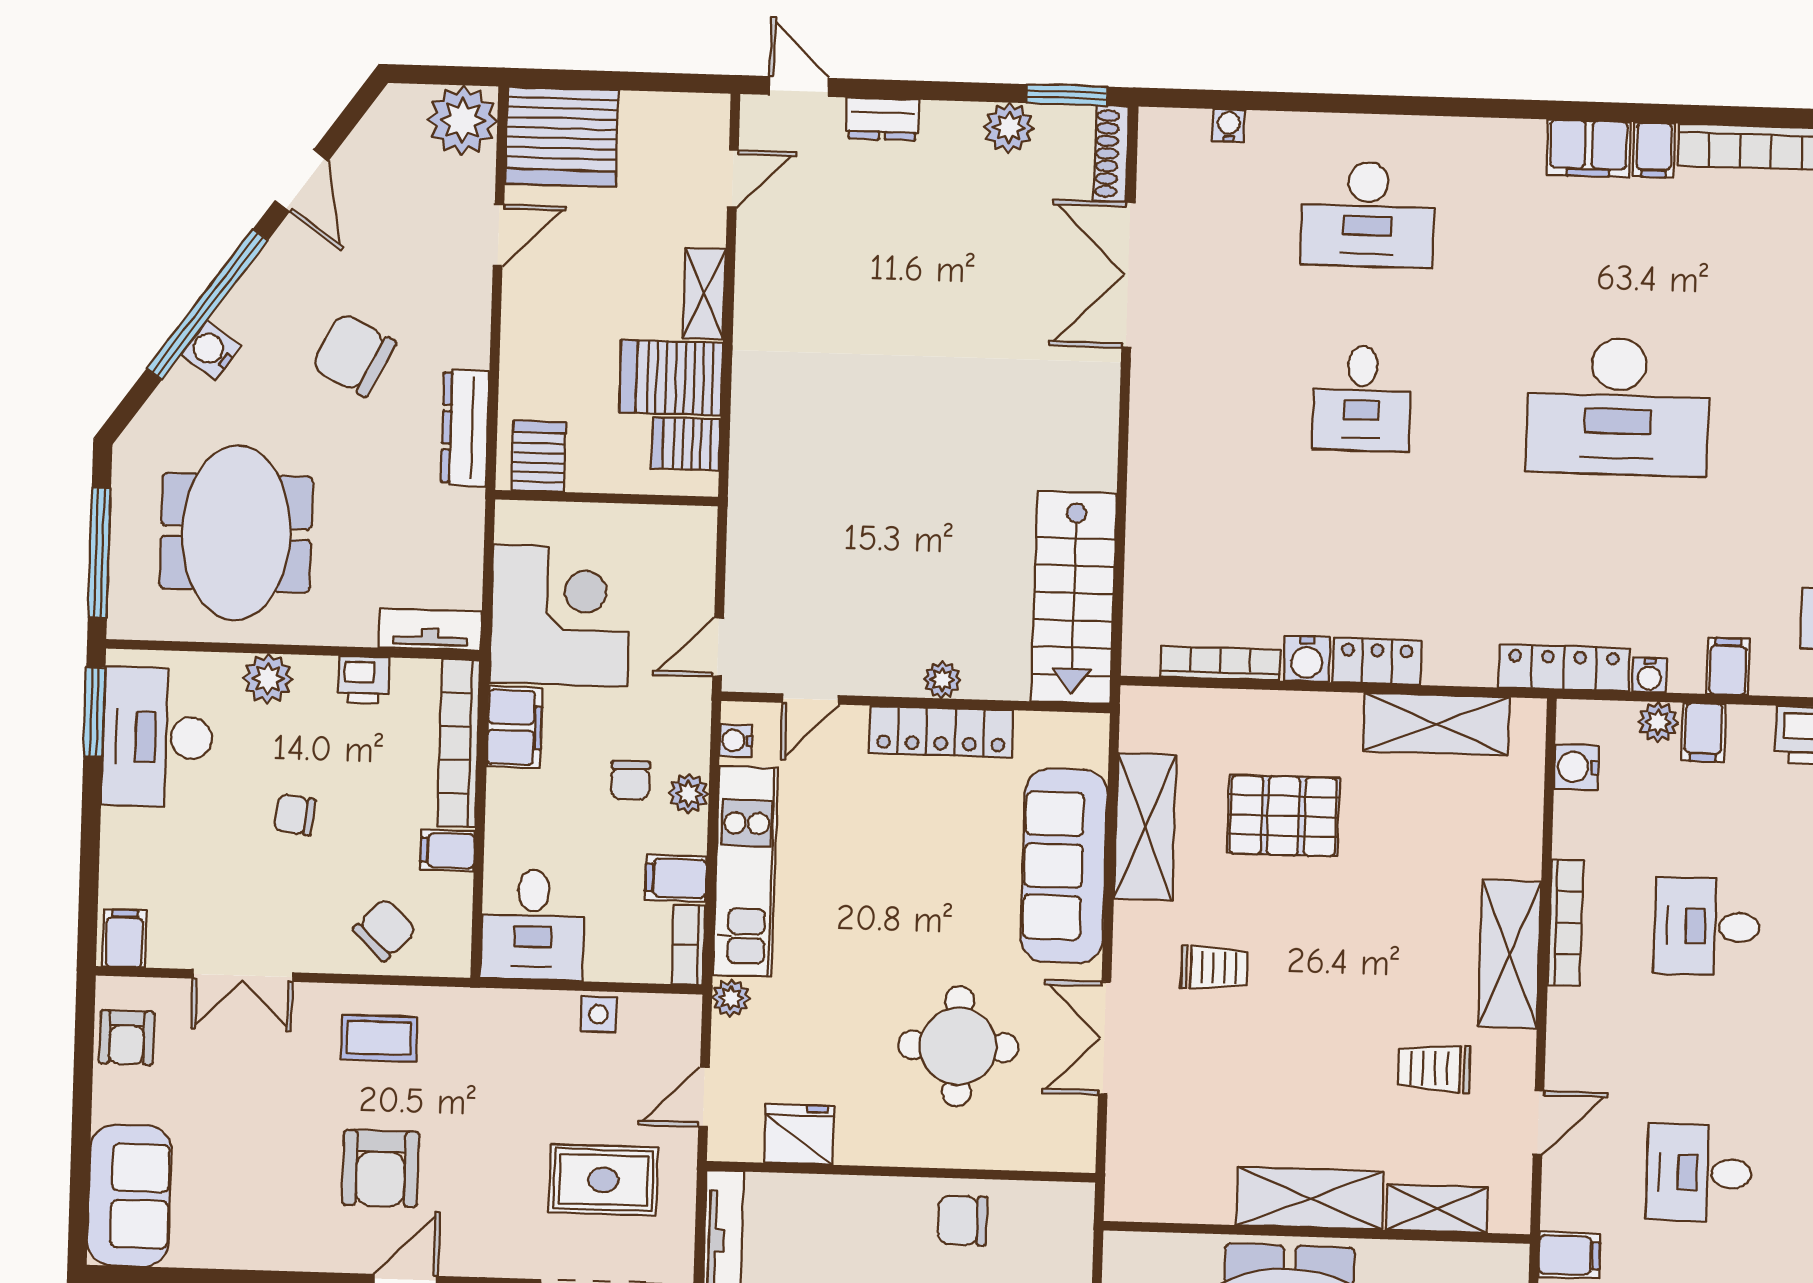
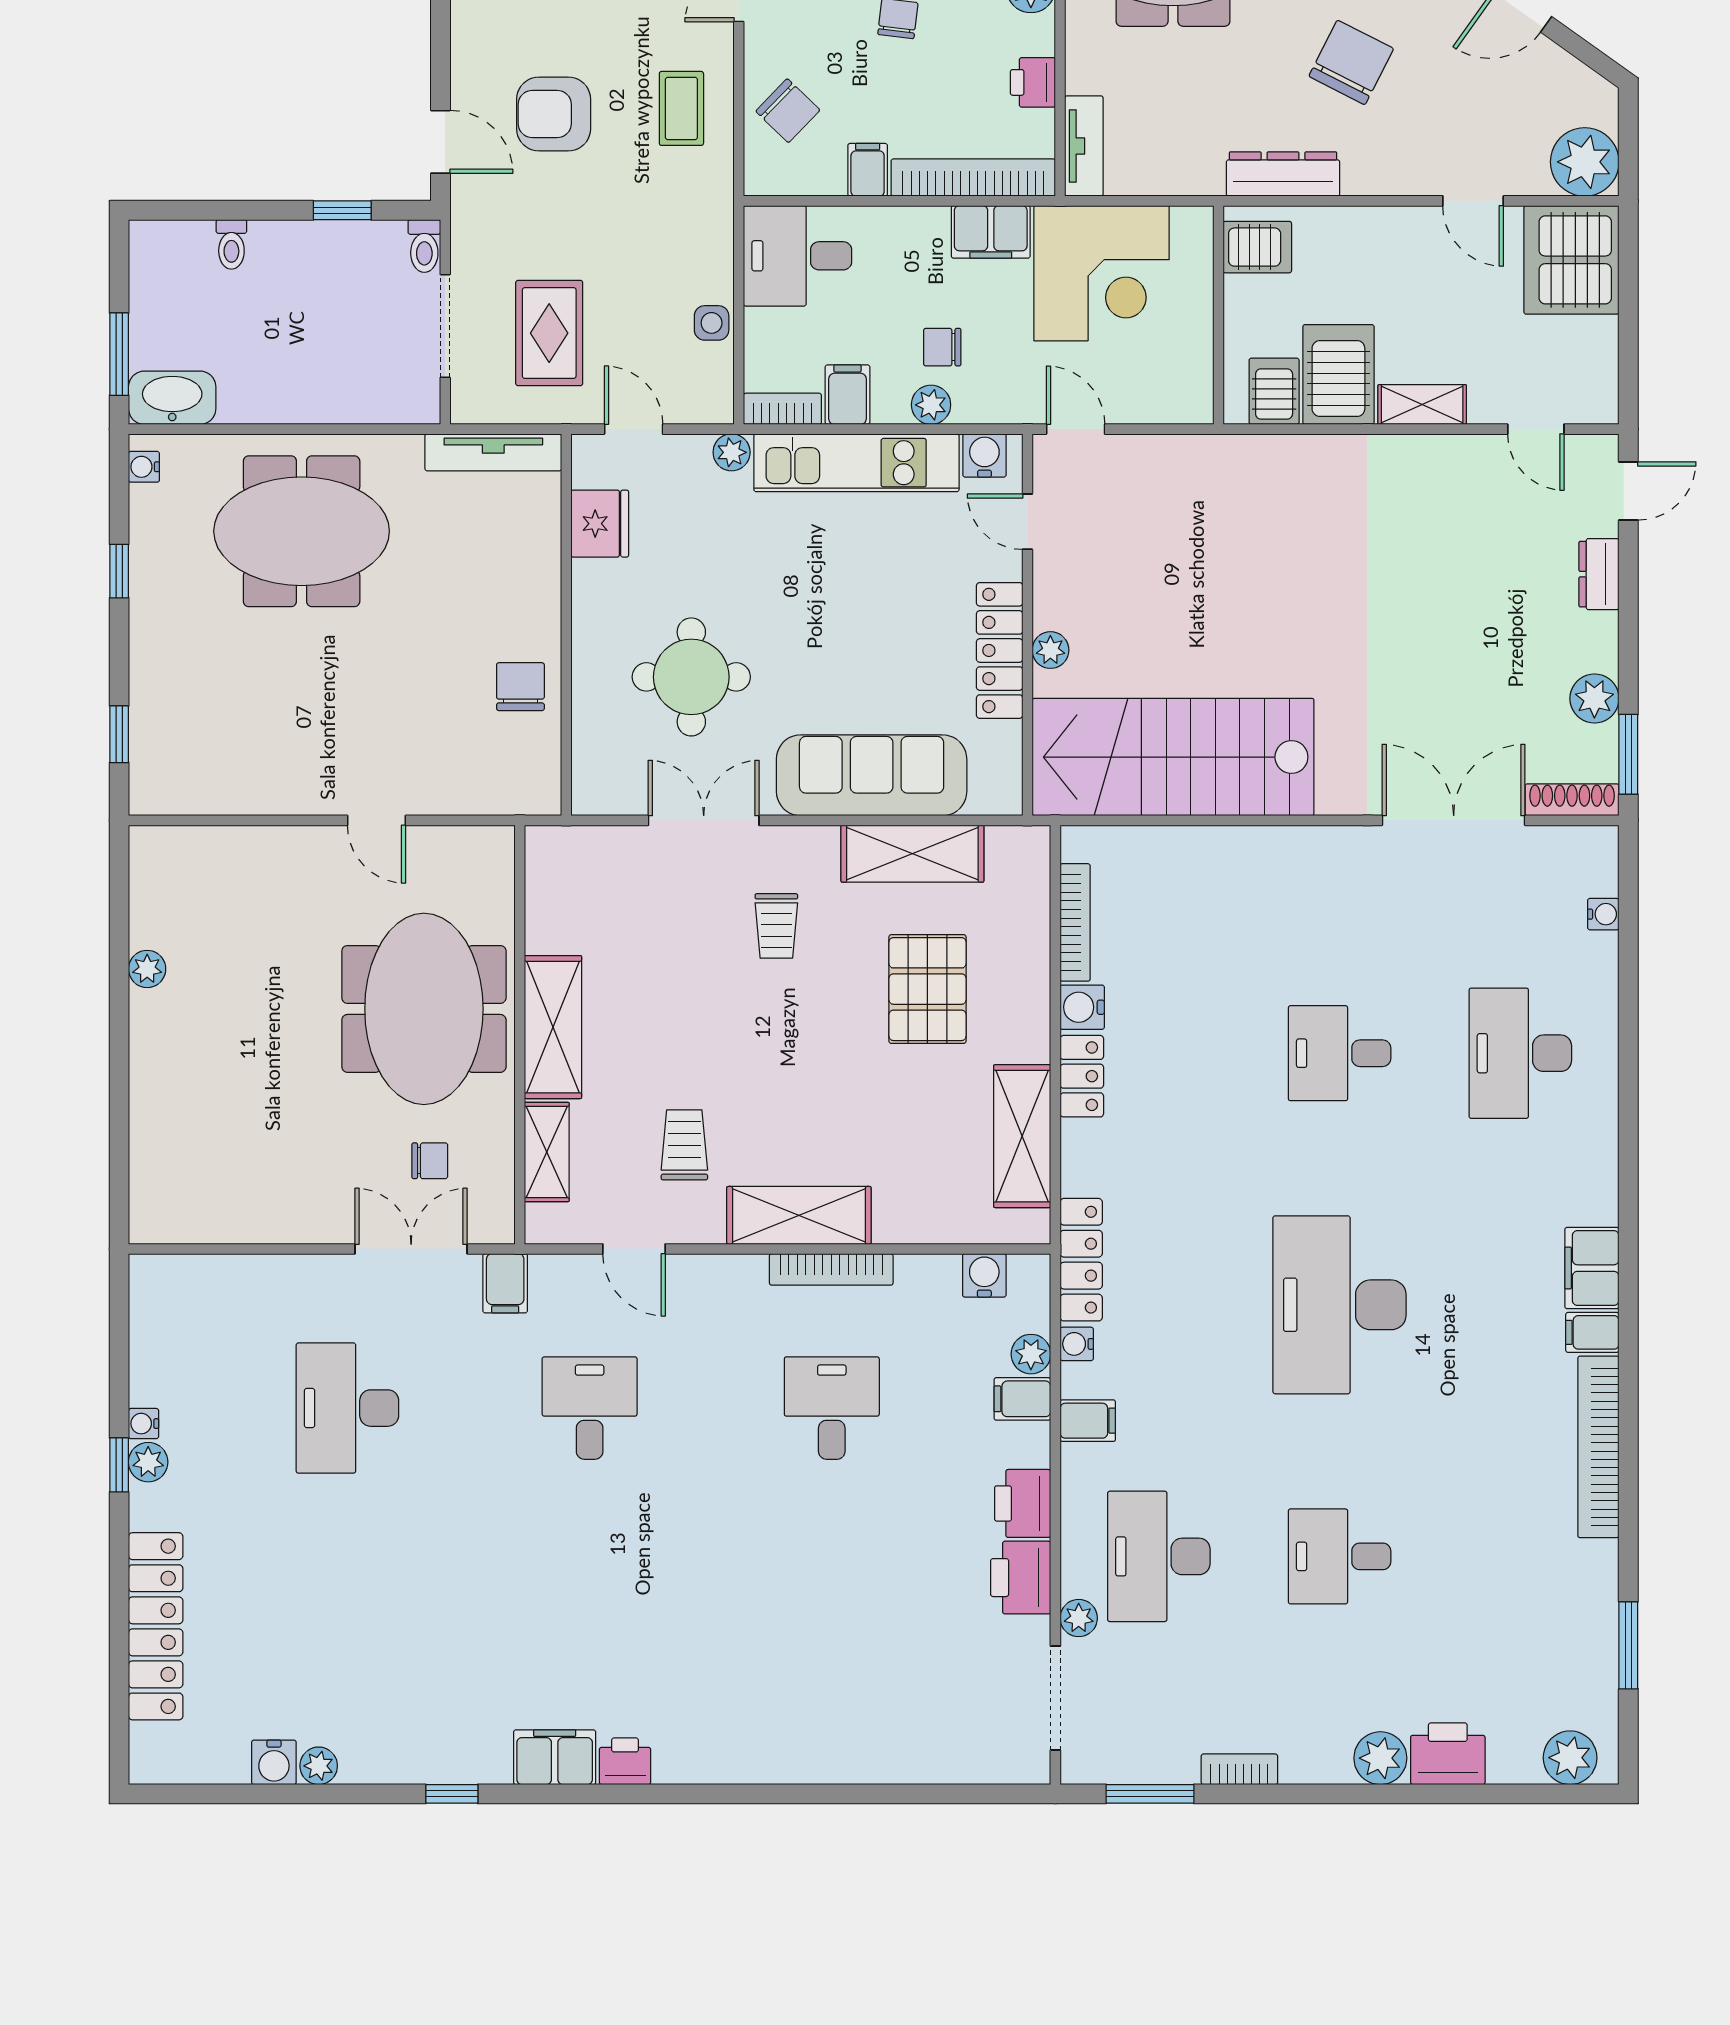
stairs: (1074, 597) -> (1173, 757), width x1.36, depth x1.51
water cooler: (736, 741) -> (984, 455), width x1.38, depth x1.38

